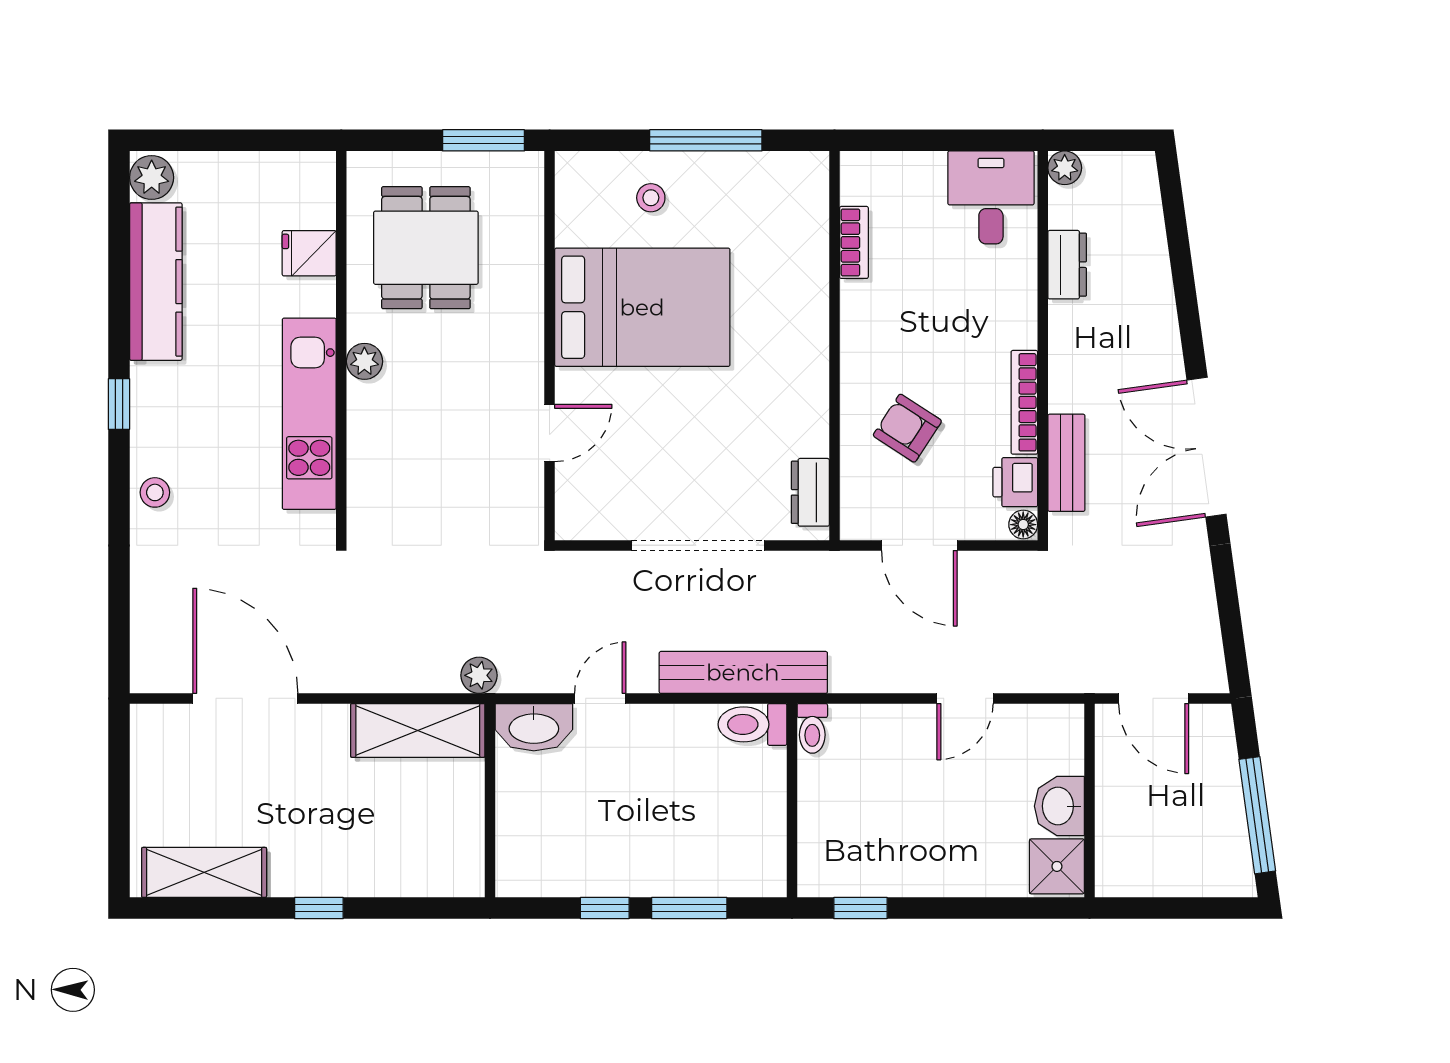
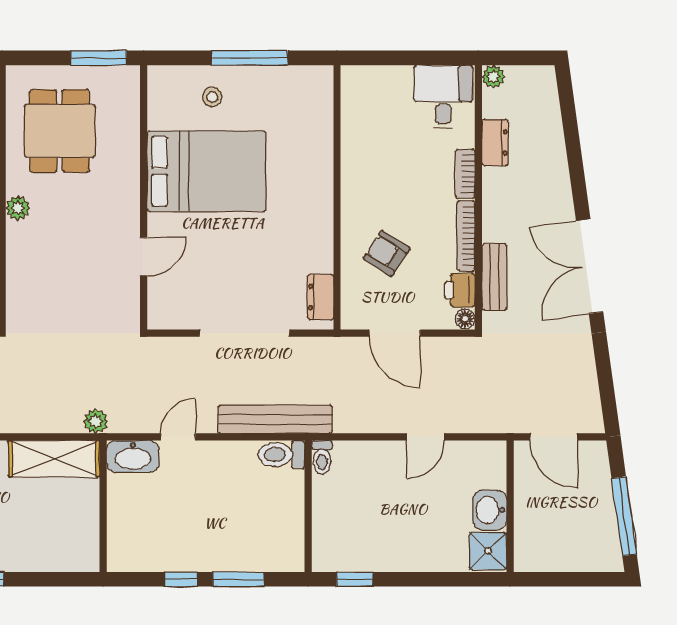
bookcase: (854, 242) -> (465, 174), moved, turned 180

